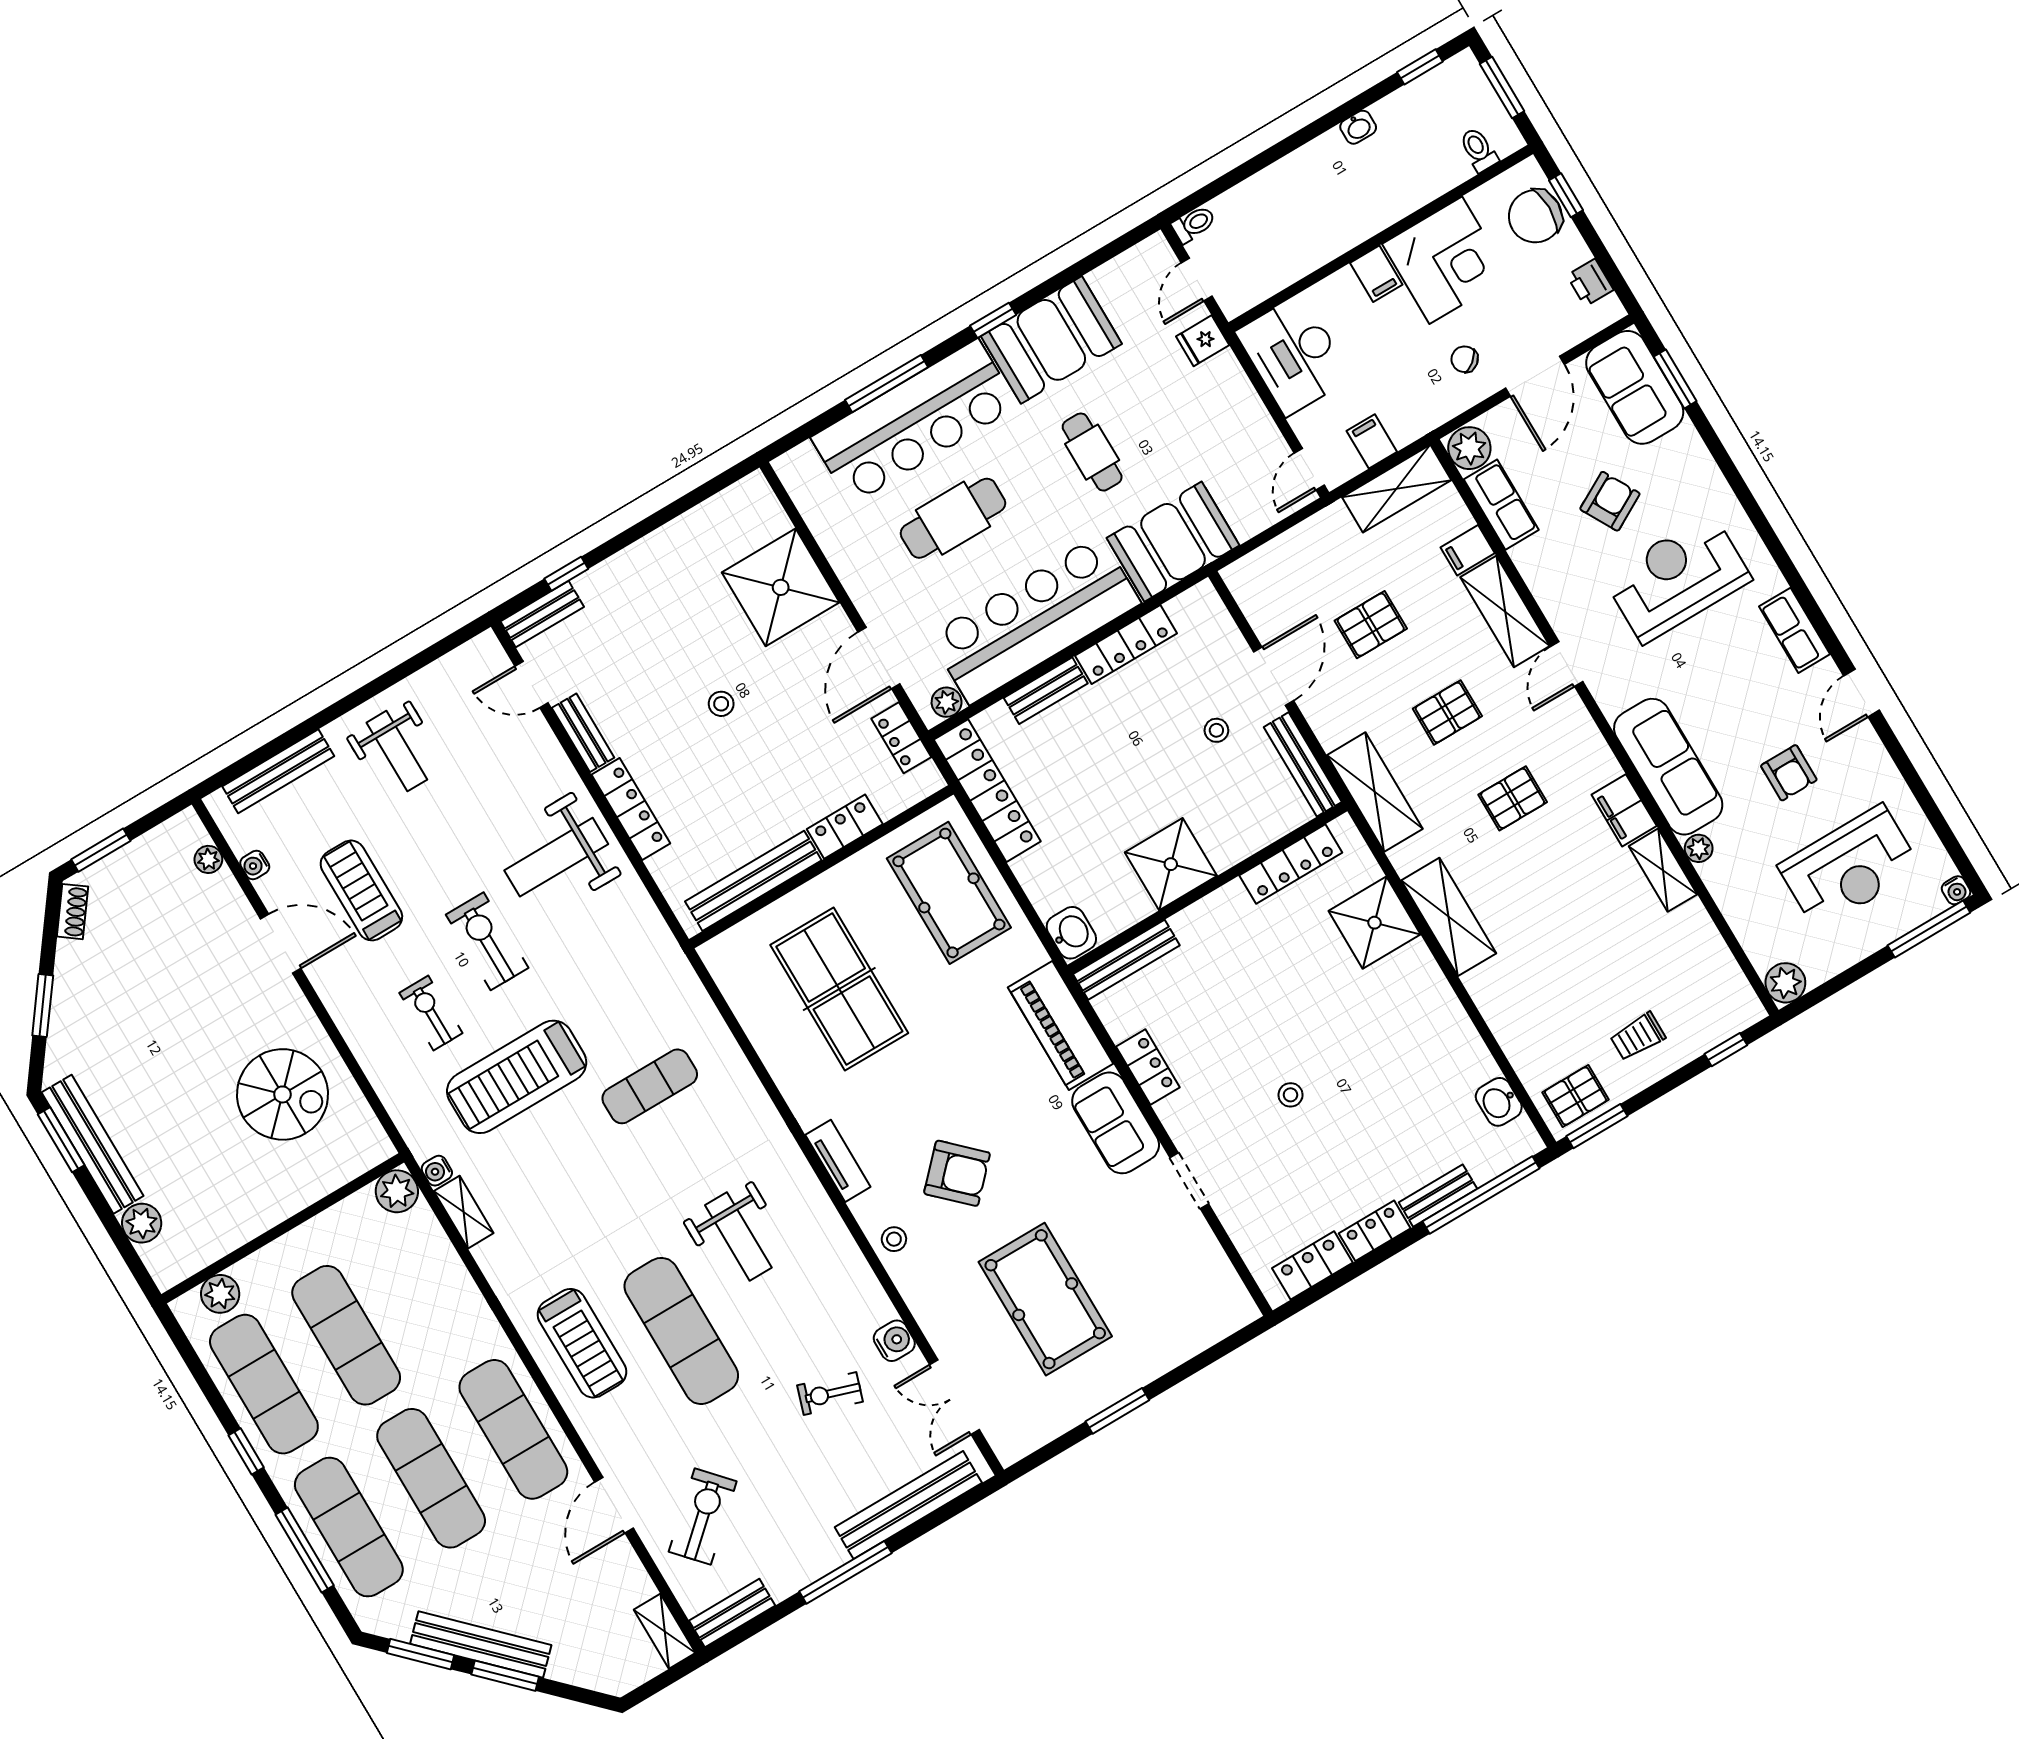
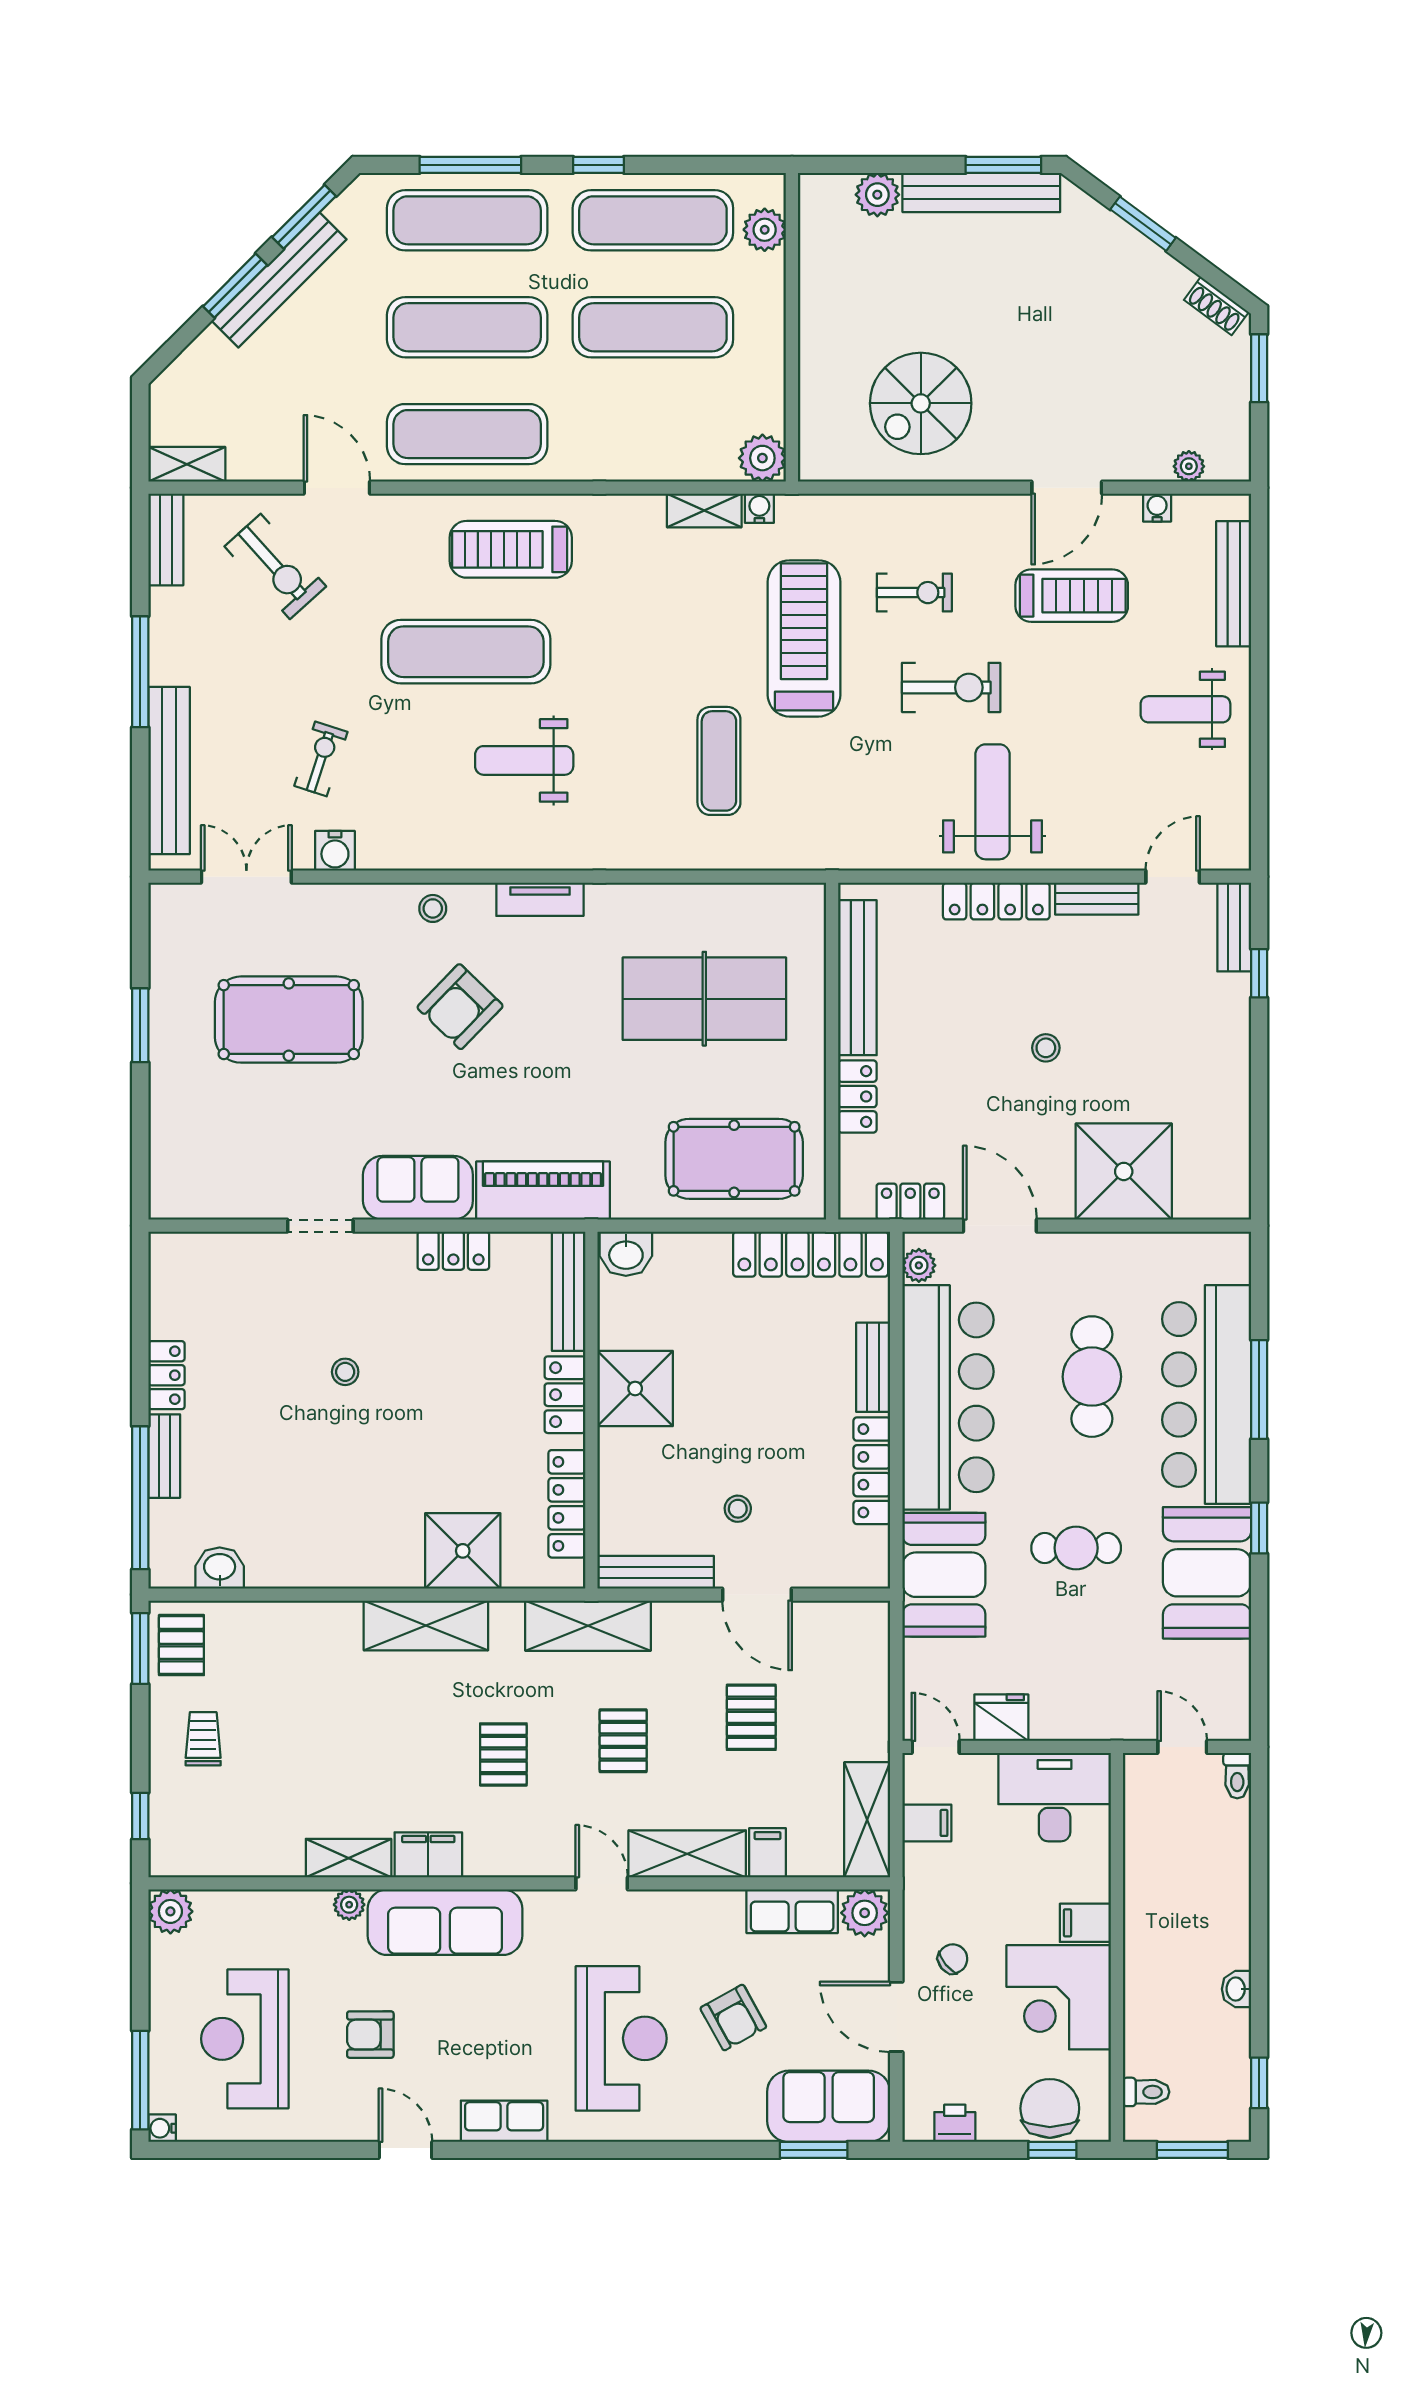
fridge: (1203, 341) -> (1001, 1718), moved, width x1.38
locker: (1312, 1265) -> (565, 1395), moved, turned 180

